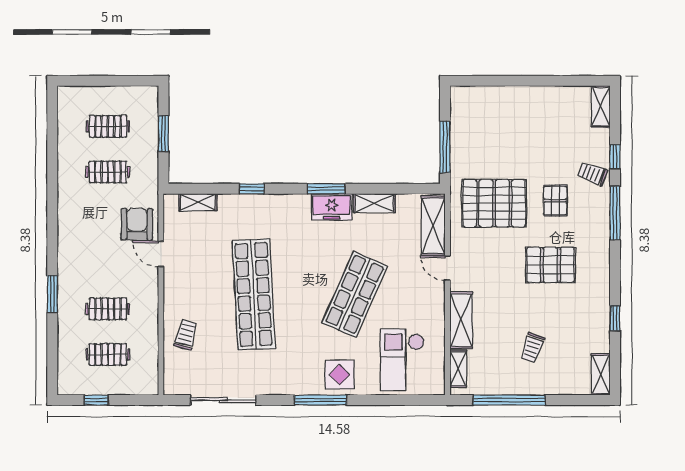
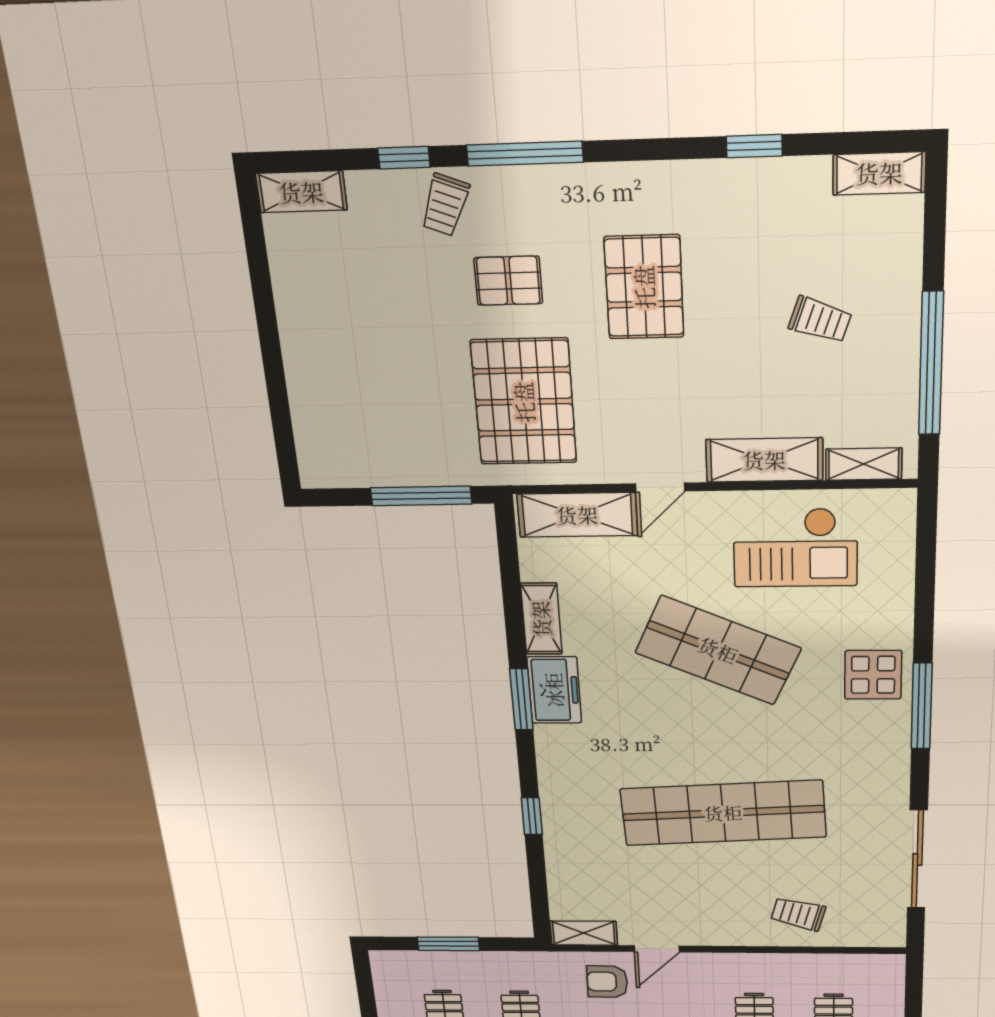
shelving: (198, 202) -> (584, 933), moved, turned 90
armchair: (137, 224) -> (607, 982), width x0.72, depth x0.72
checkout: (402, 360) -> (795, 548), moved

